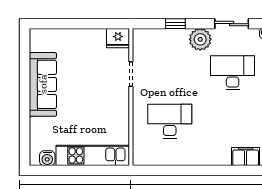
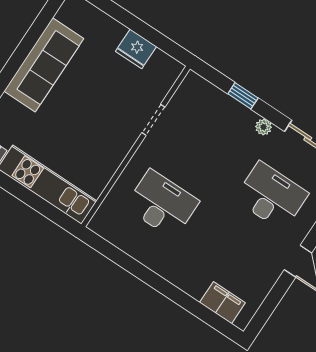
fridge: (118, 38) -> (136, 49), moved
plant: (200, 39) -> (264, 127), width x0.53, depth x0.53

